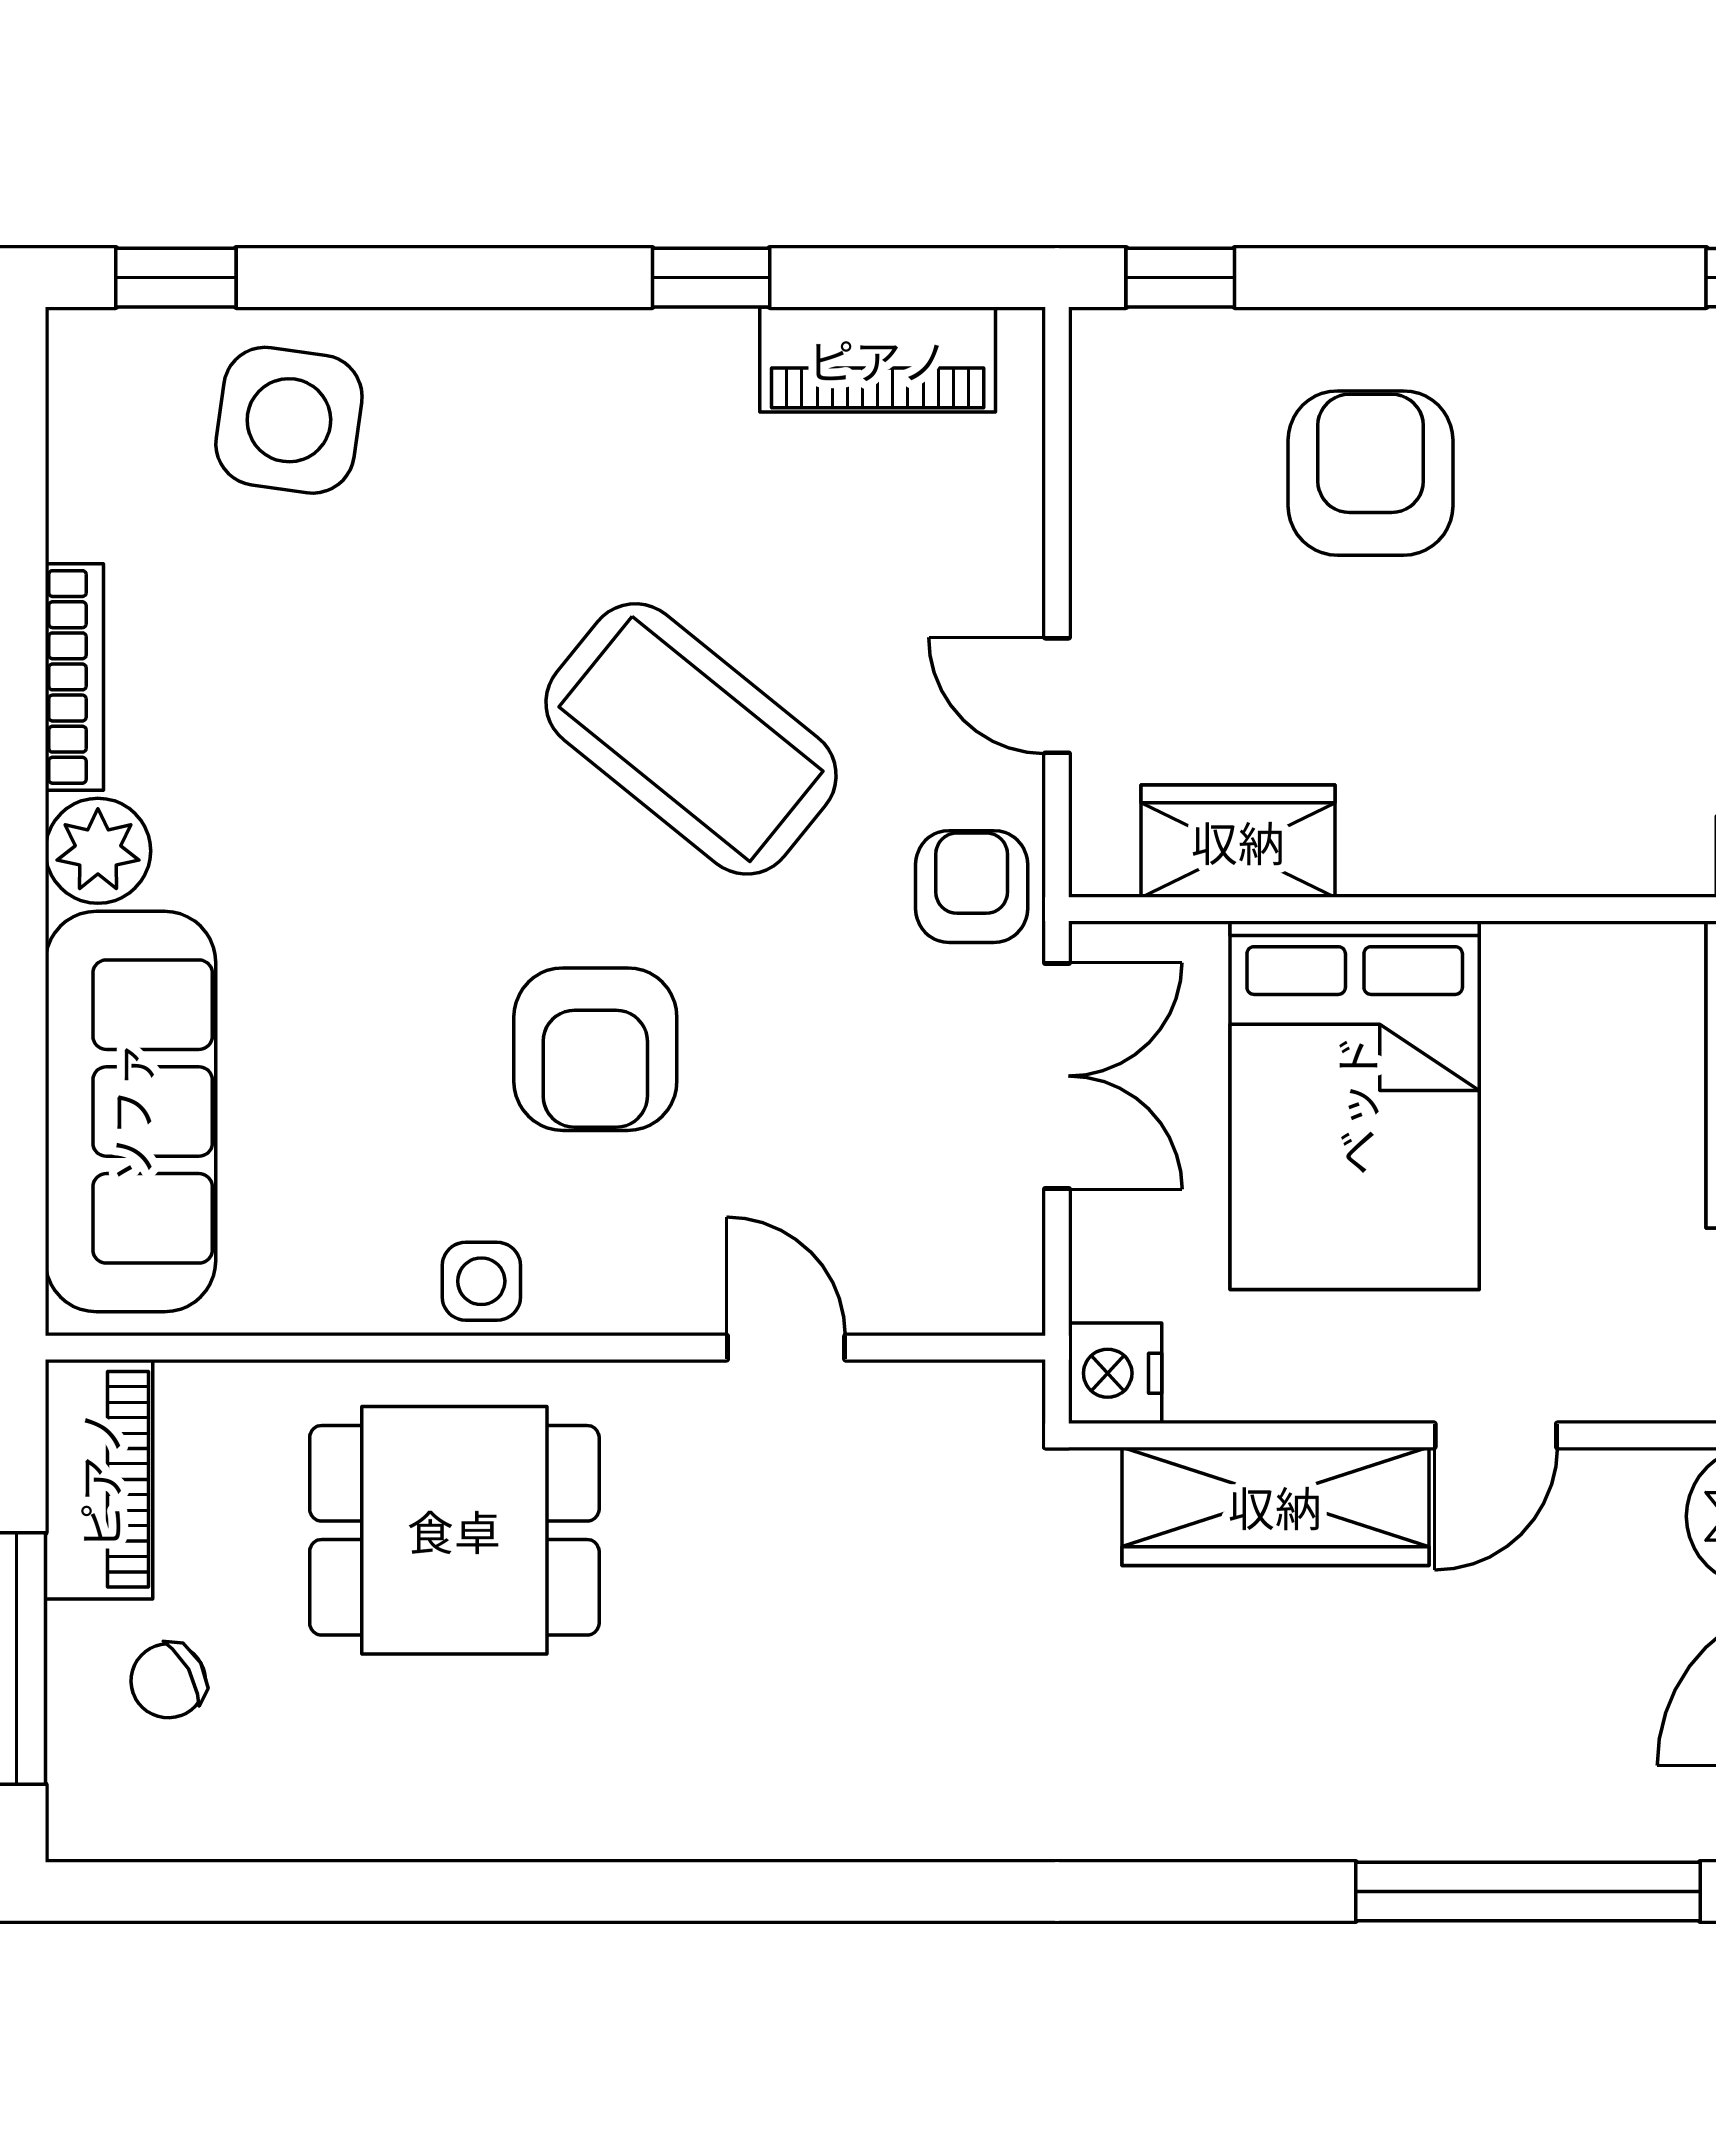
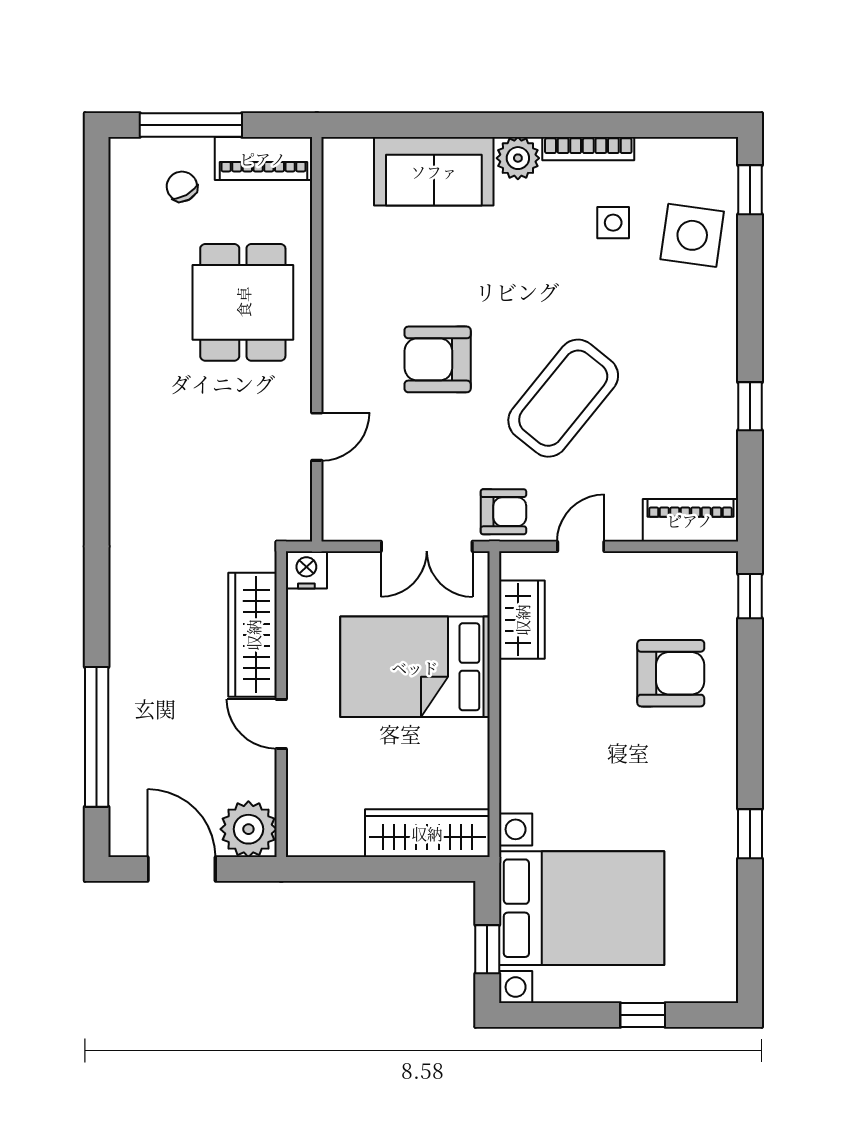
piano: (878, 359) -> (690, 520), moved, turned 90
sofa: (130, 1112) -> (434, 171), width x0.73
side table: (481, 1281) -> (613, 223), moved

